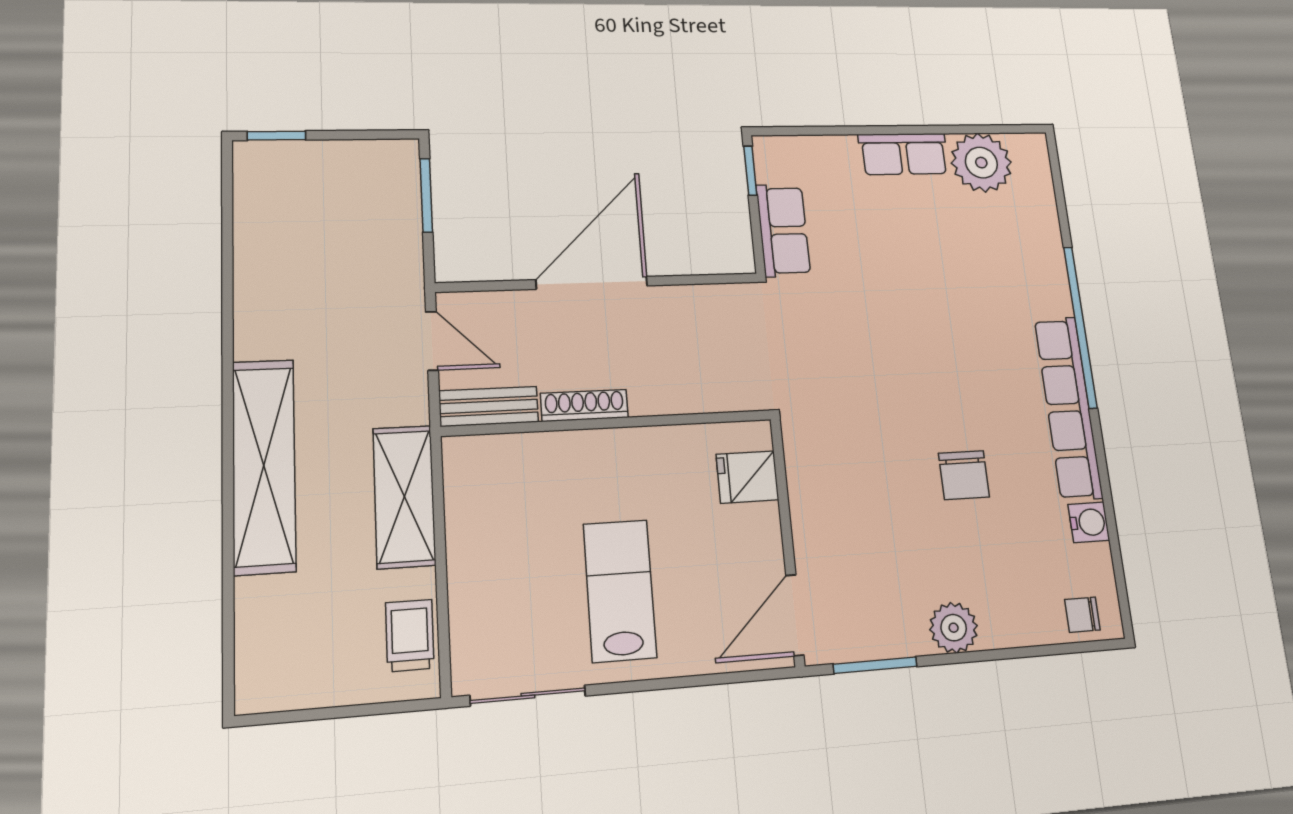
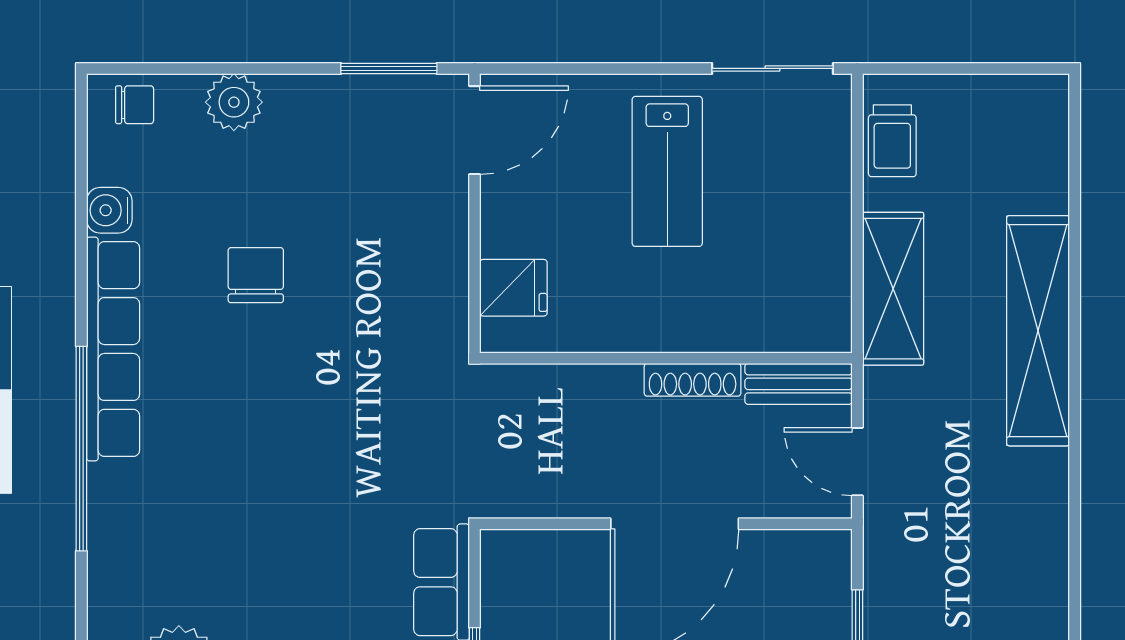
plant: (954, 628) -> (234, 102), moved

